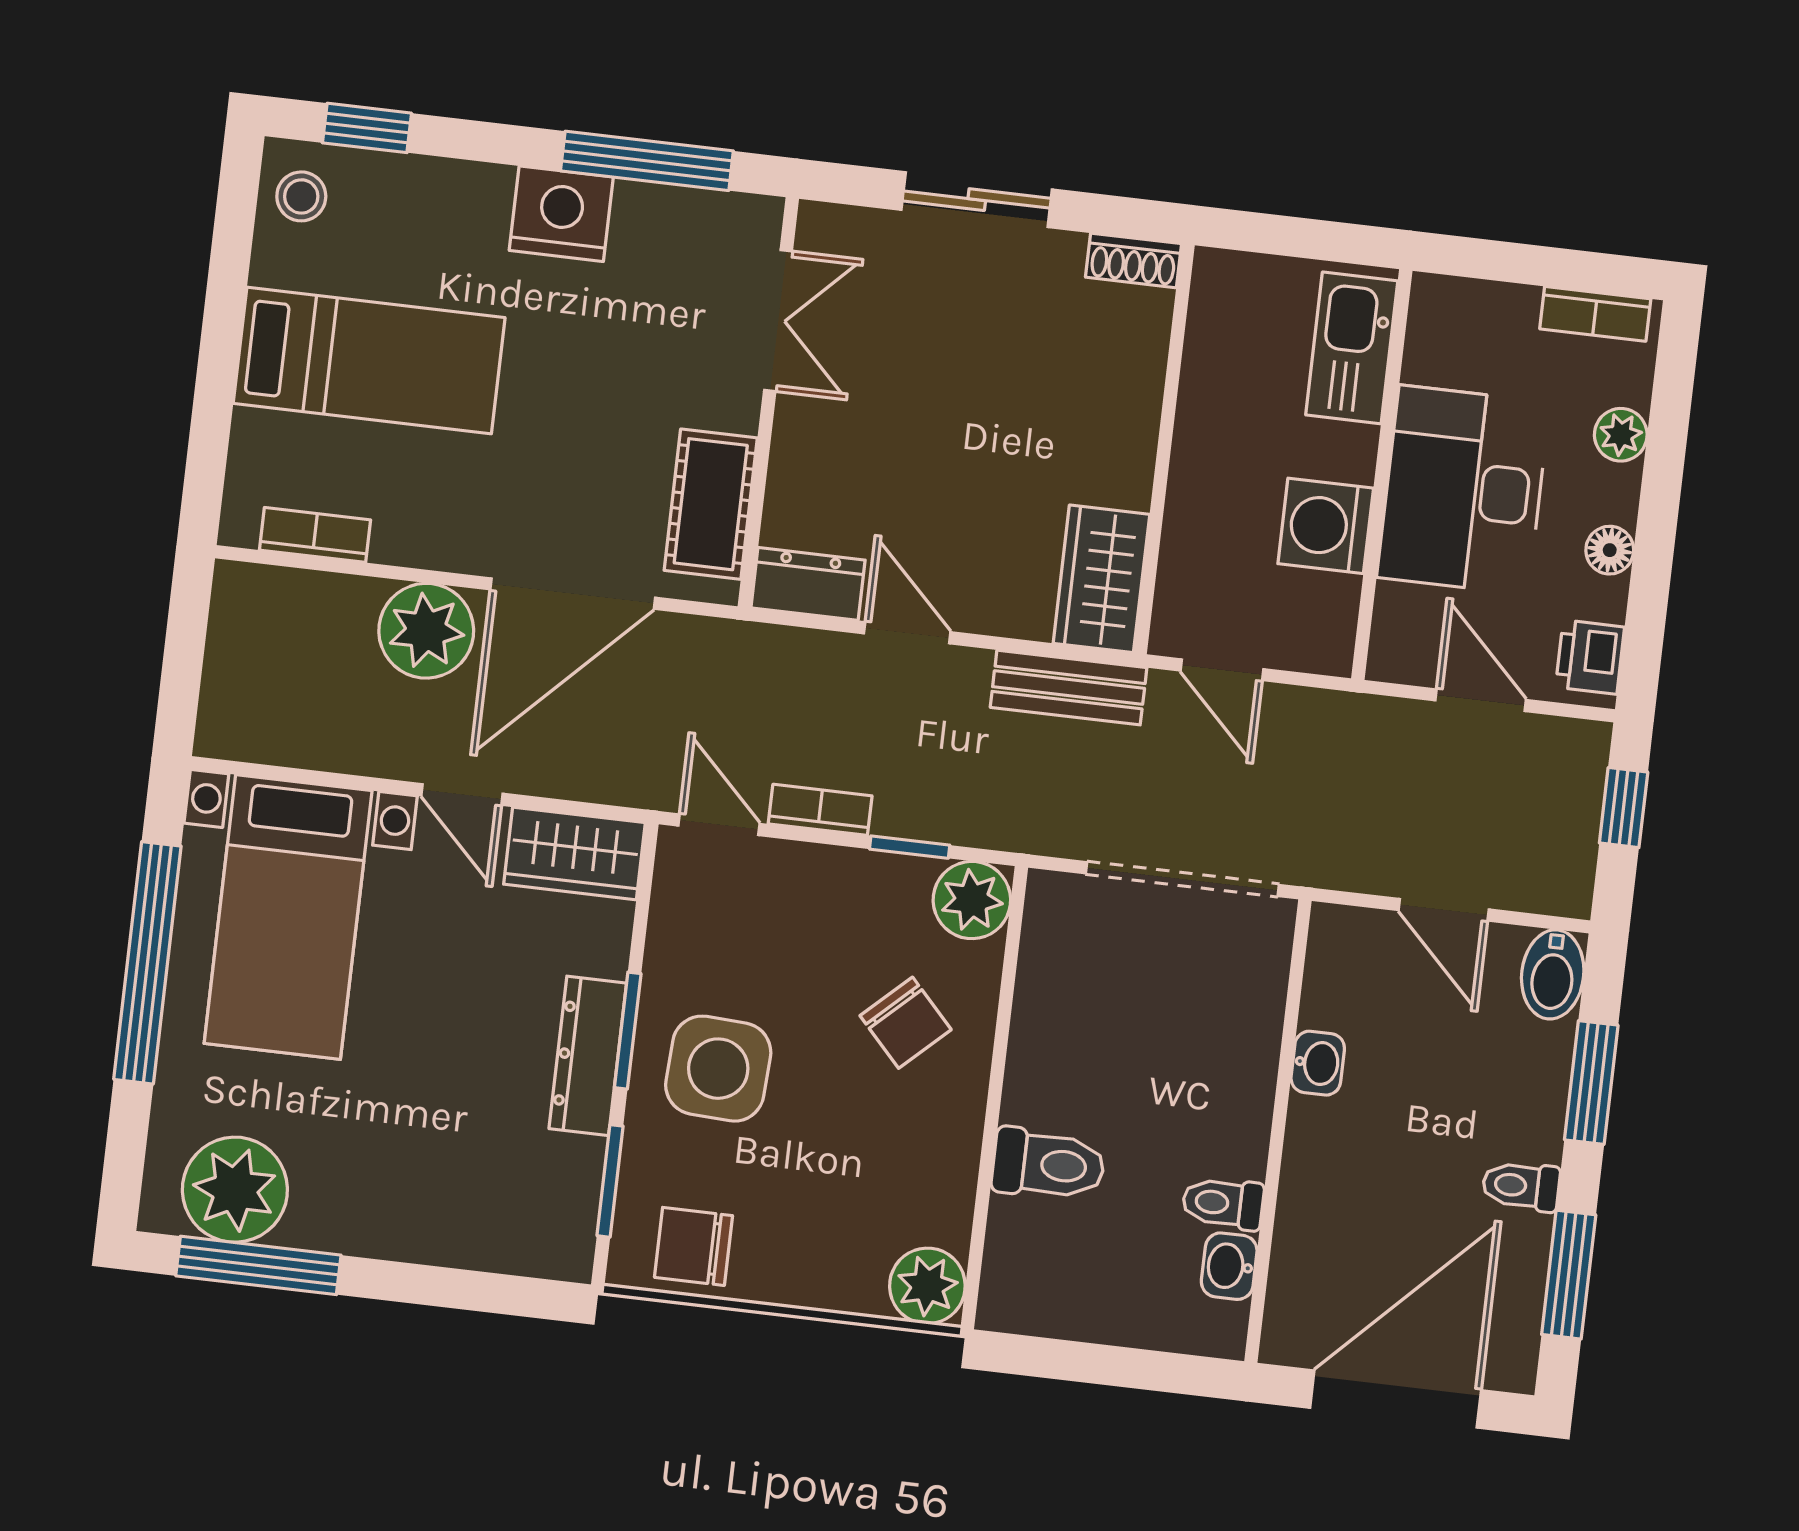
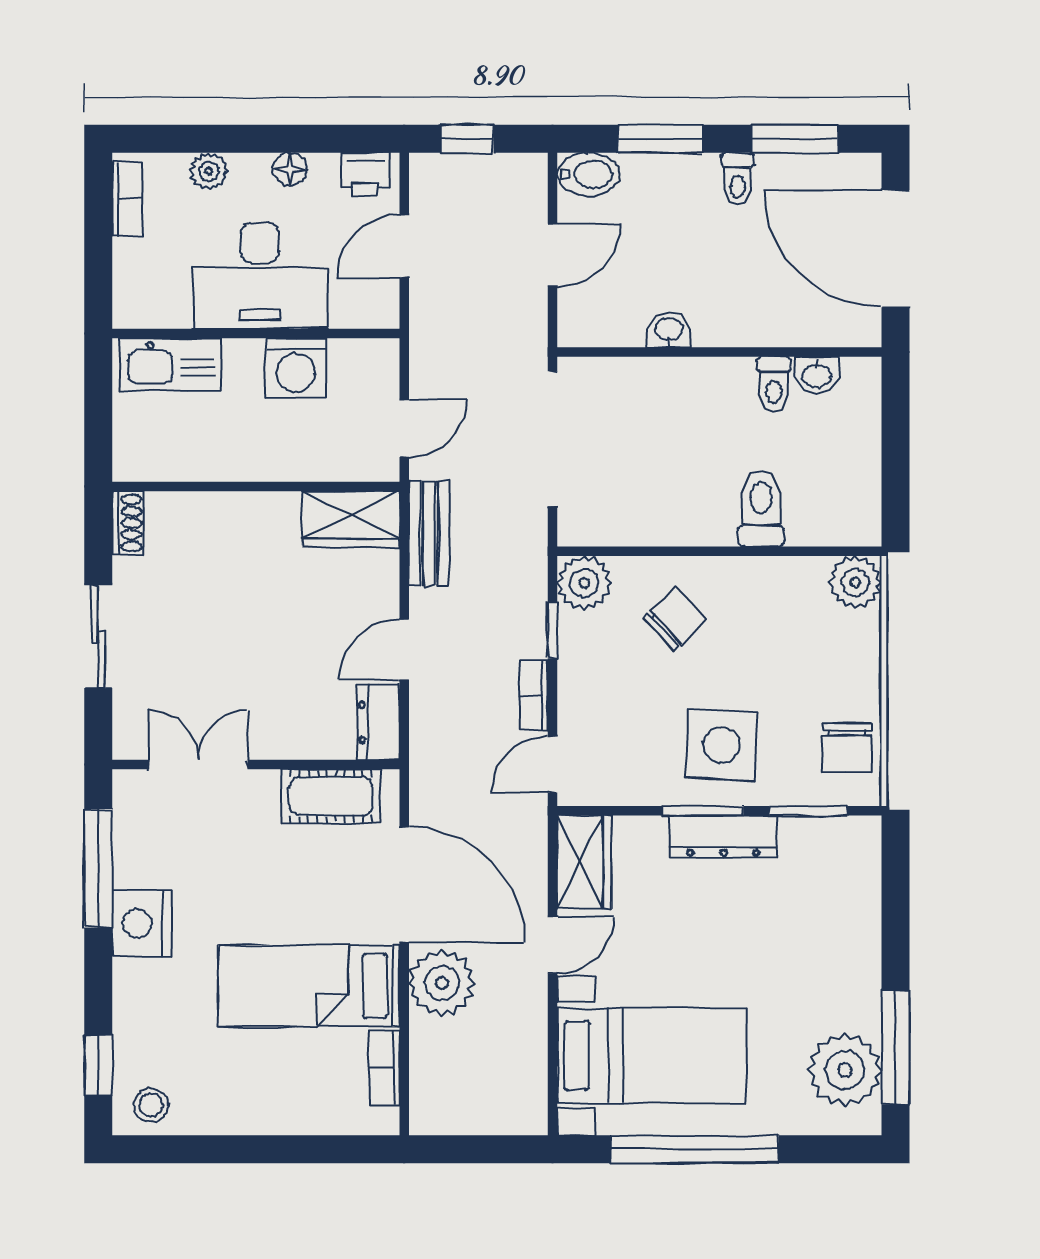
bed: (369, 361) -> (309, 986), moved, turned -90

